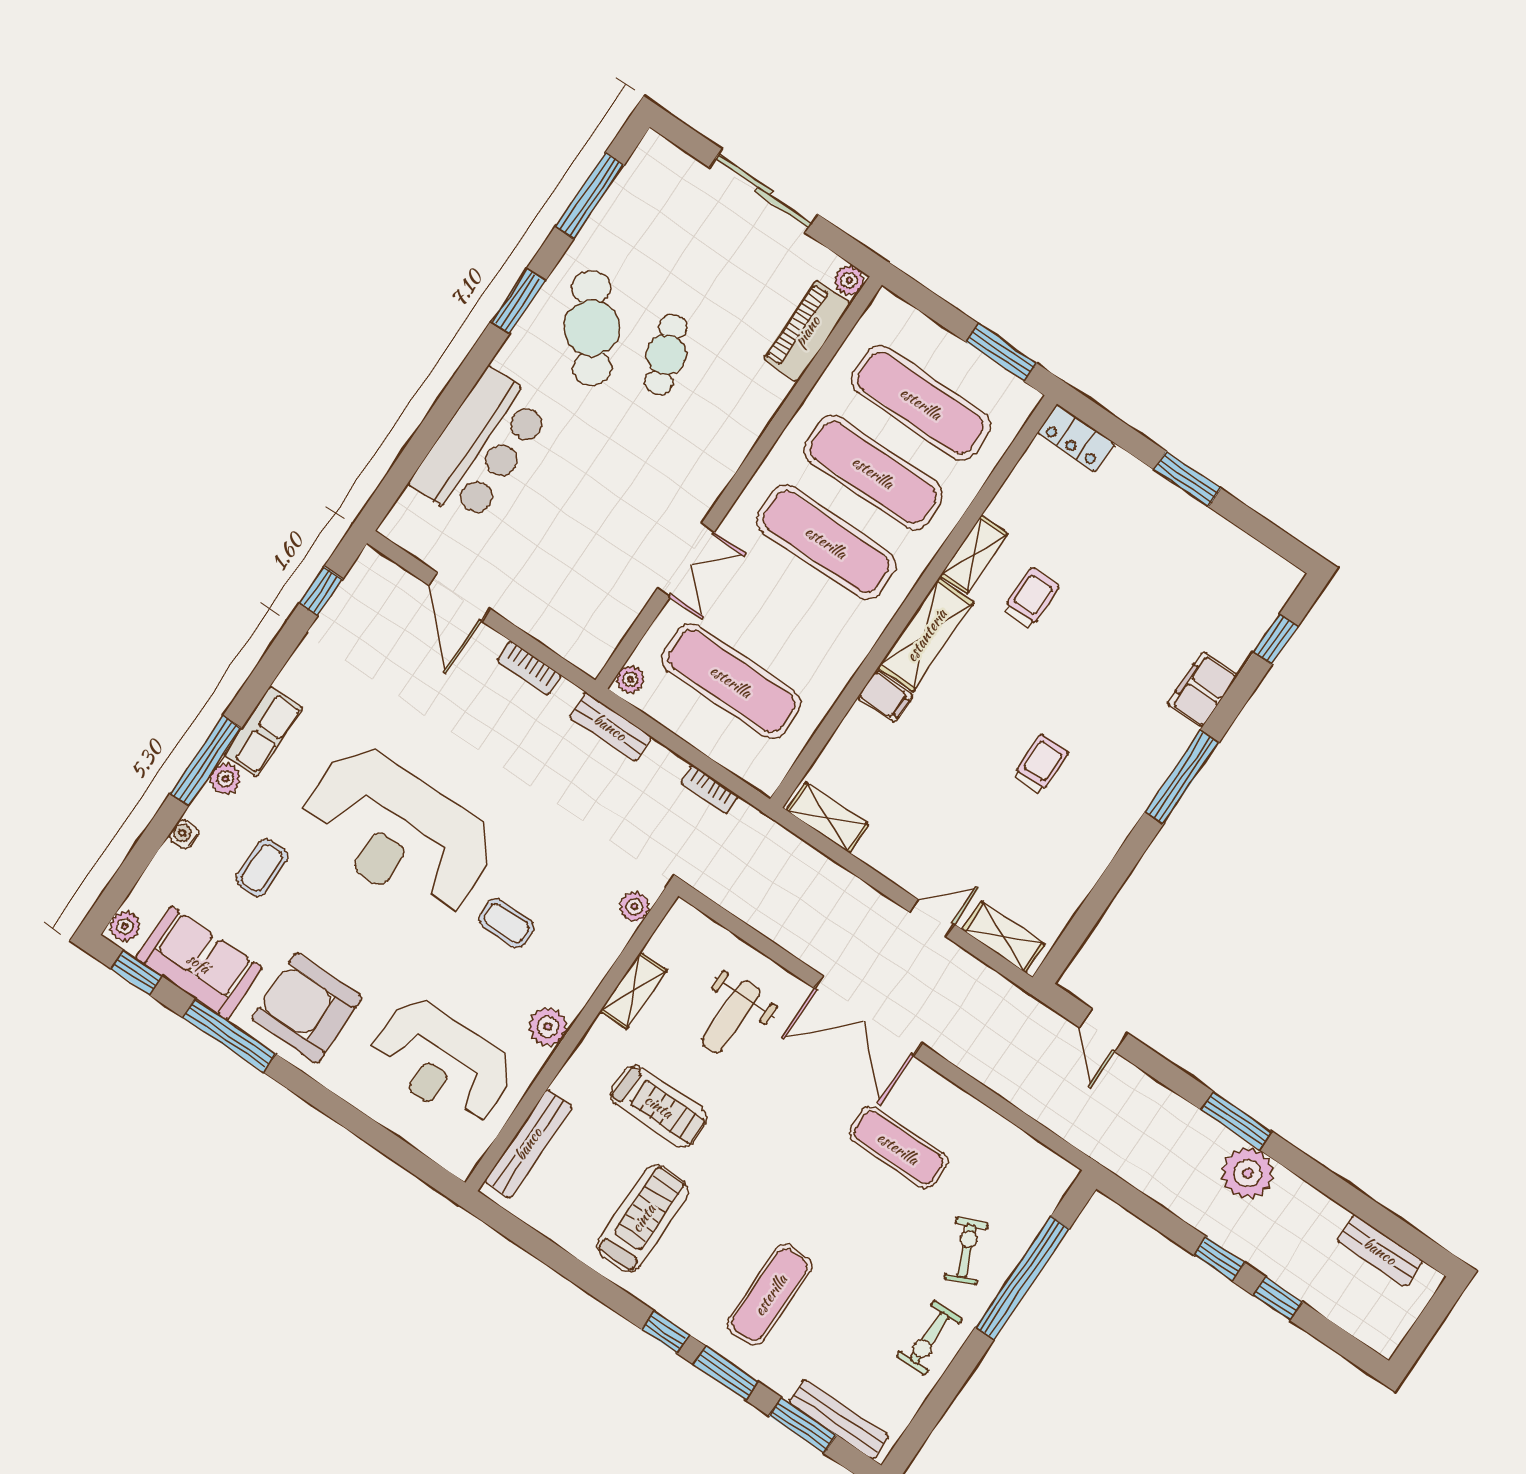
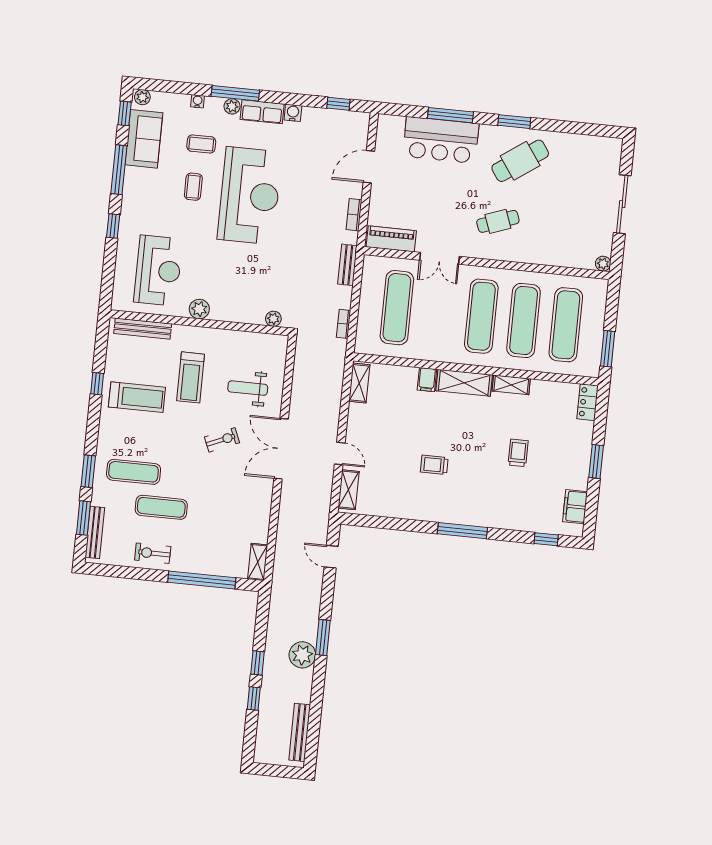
window: (590, 196) -> (450, 115), moved
piano: (807, 331) -> (391, 239), moved
cafe table: (666, 355) -> (498, 221), moved
trolley: (1031, 598) -> (518, 453), moved, turned -90
water cooler: (294, 679) -> (293, 113), added
plant: (630, 679) -> (373, 262), removed
filing cabinet: (1202, 689) -> (575, 507), moved, turned -90
trolley: (1041, 764) -> (434, 465), turned 180
reception desk: (398, 832) -> (250, 196), turned 180
coffee table: (507, 923) -> (193, 187), moved
shelving: (633, 990) -> (258, 562), moved, turned 90
armchair: (307, 1008) -> (150, 197), removed
door: (1104, 1030) -> (331, 557), hinge flipped
reception desk: (442, 1062) -> (158, 270), turned 180
window: (322, 1099) -> (113, 226), added
exercise mat: (898, 1148) -> (161, 507), moved, turned 90
exercise bike: (966, 1251) -> (222, 440), moved
bench: (1380, 1251) -> (300, 732), width x1.36
window: (665, 1332) -> (97, 384), moved

